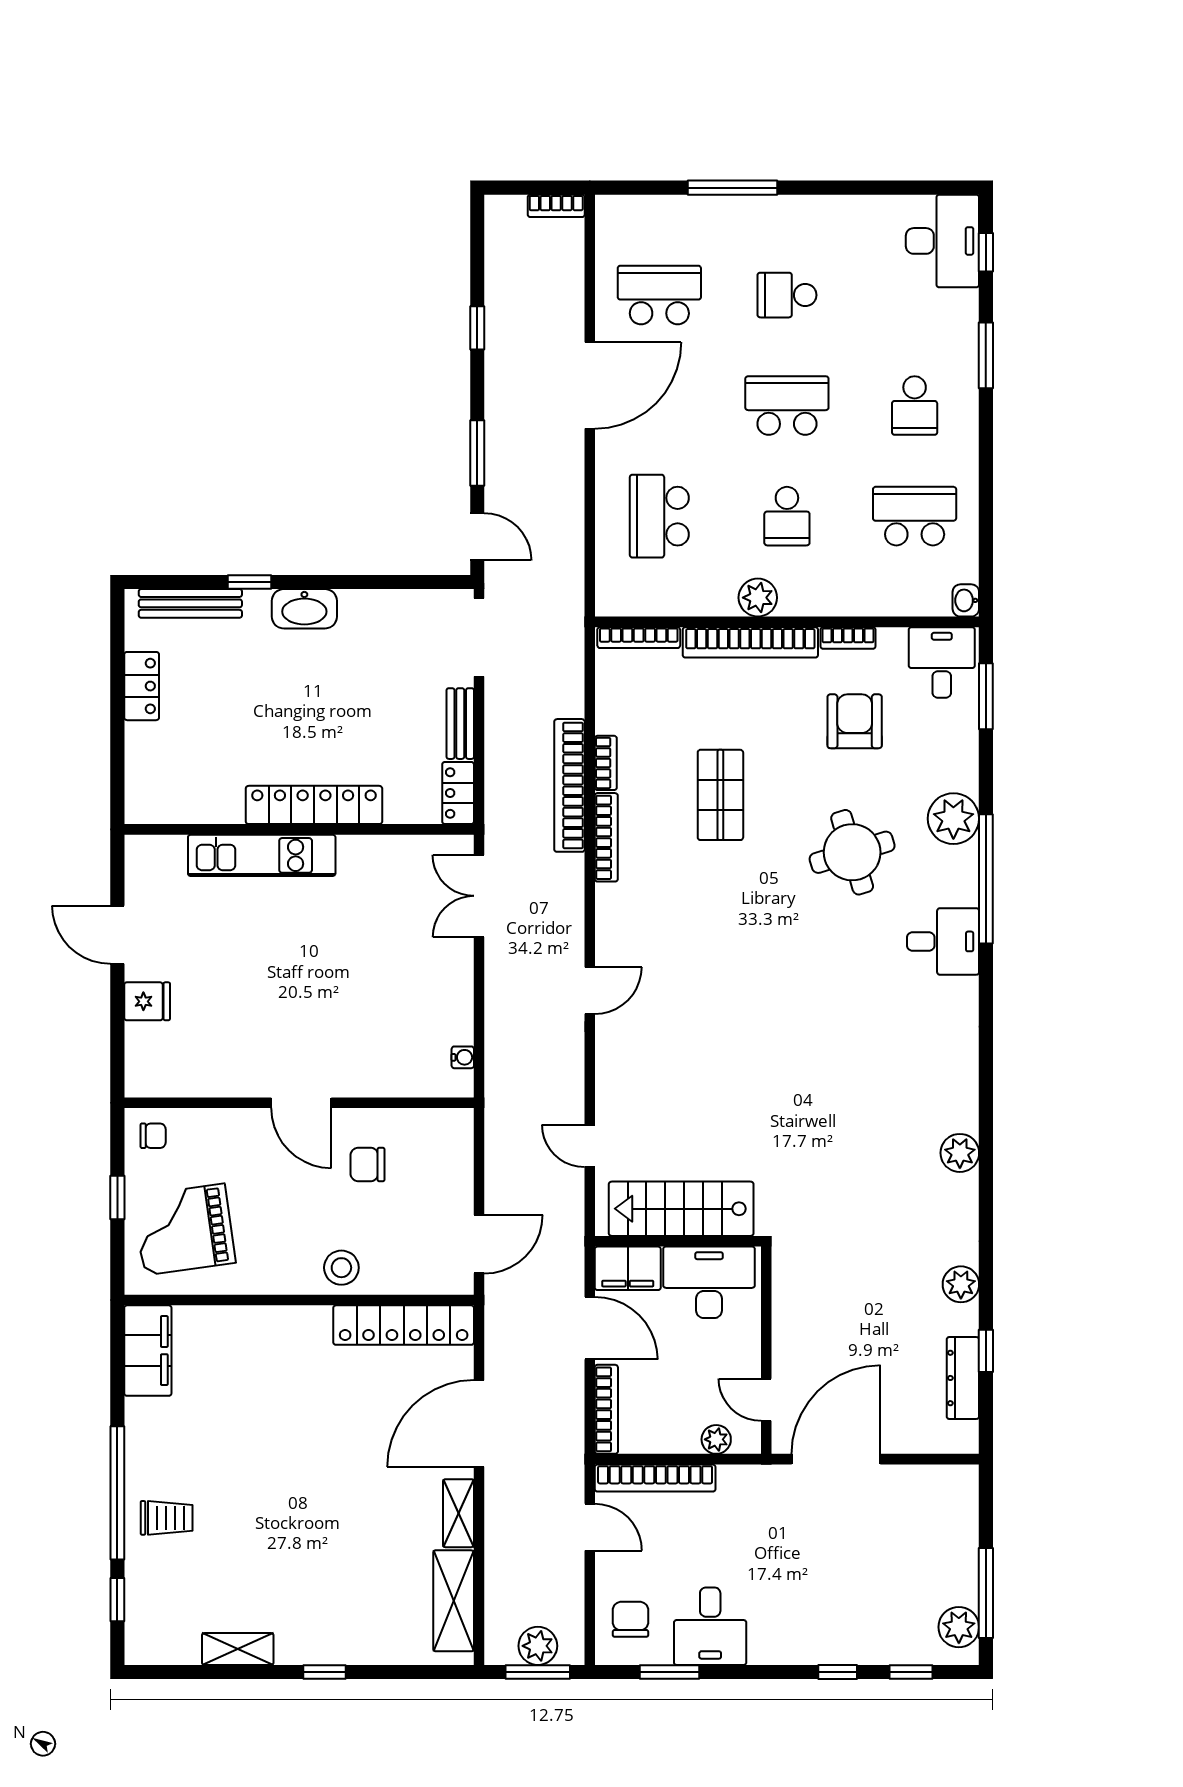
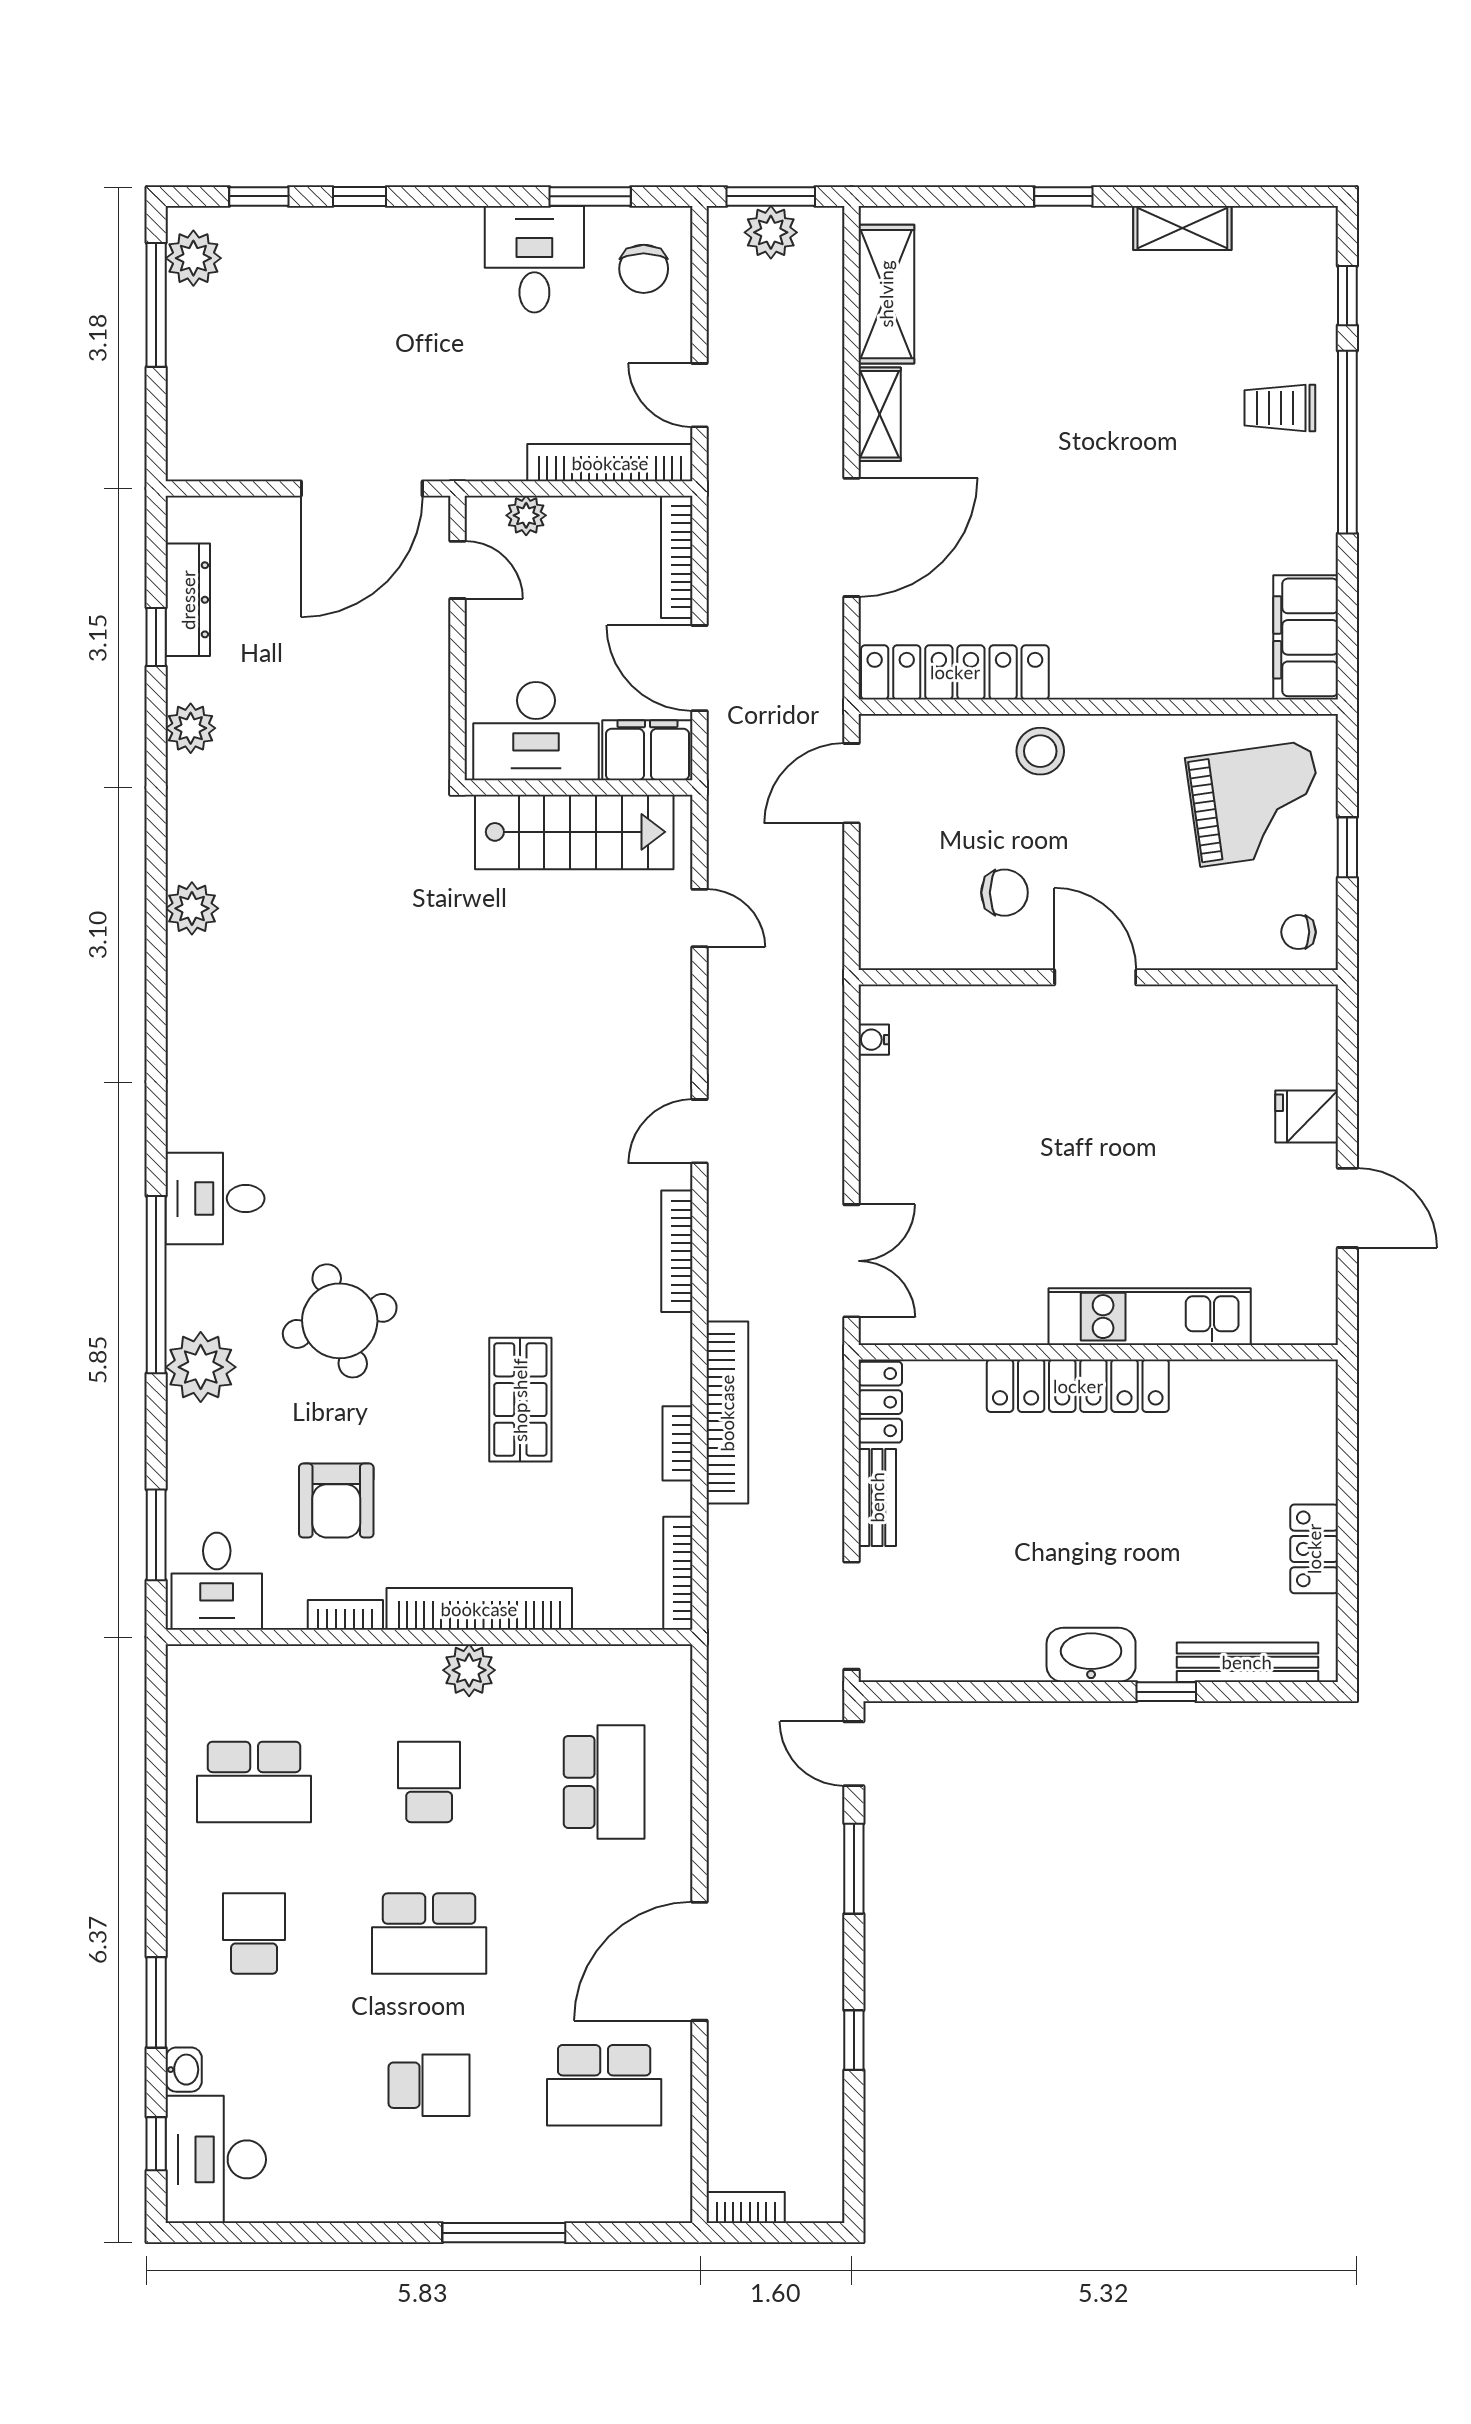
washbasin: (966, 600) -> (184, 2070), moved
bookcase: (639, 638) -> (678, 1573), moved, turned -90
bookcase: (606, 837) -> (677, 1251), moved

